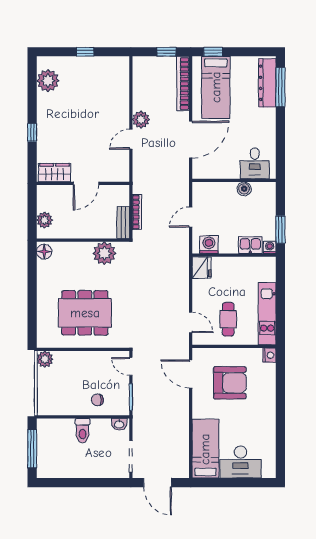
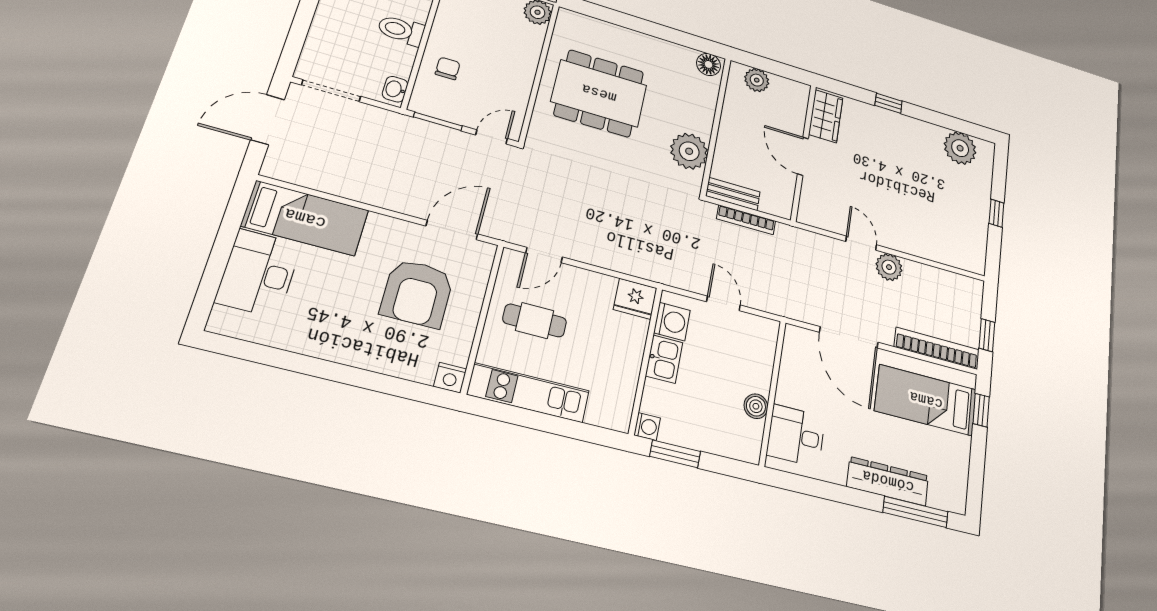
dresser: (267, 83) -> (888, 481), moved
kitchen sink: (250, 245) -> (664, 359), moved
dining table: (85, 313) -> (599, 93), turned 90

